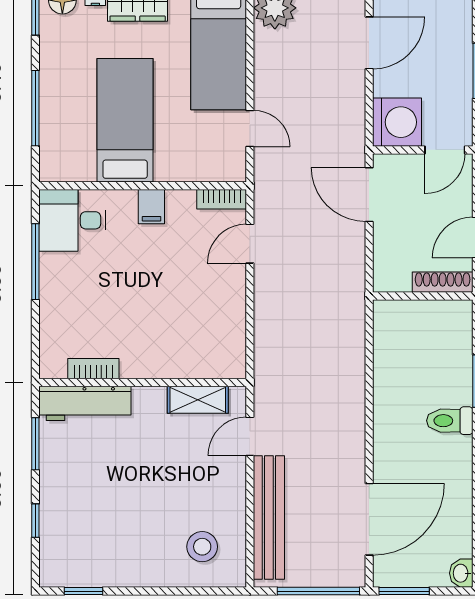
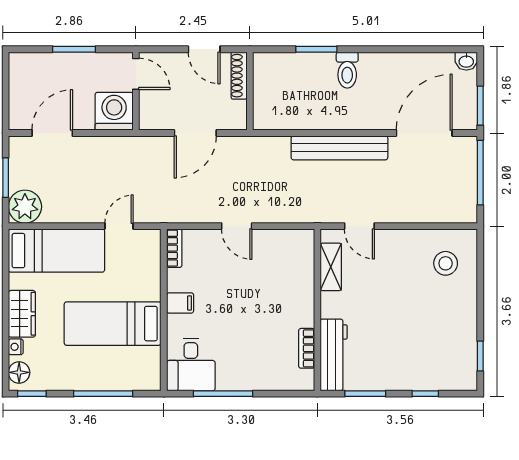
door: (369, 43) -> (52, 133), hinge flipped
door: (369, 195) -> (195, 133), moved
door: (250, 244) -> (237, 226), moved
bench: (269, 517) -> (339, 148), moved
door: (369, 519) -> (424, 133), hinge flipped

